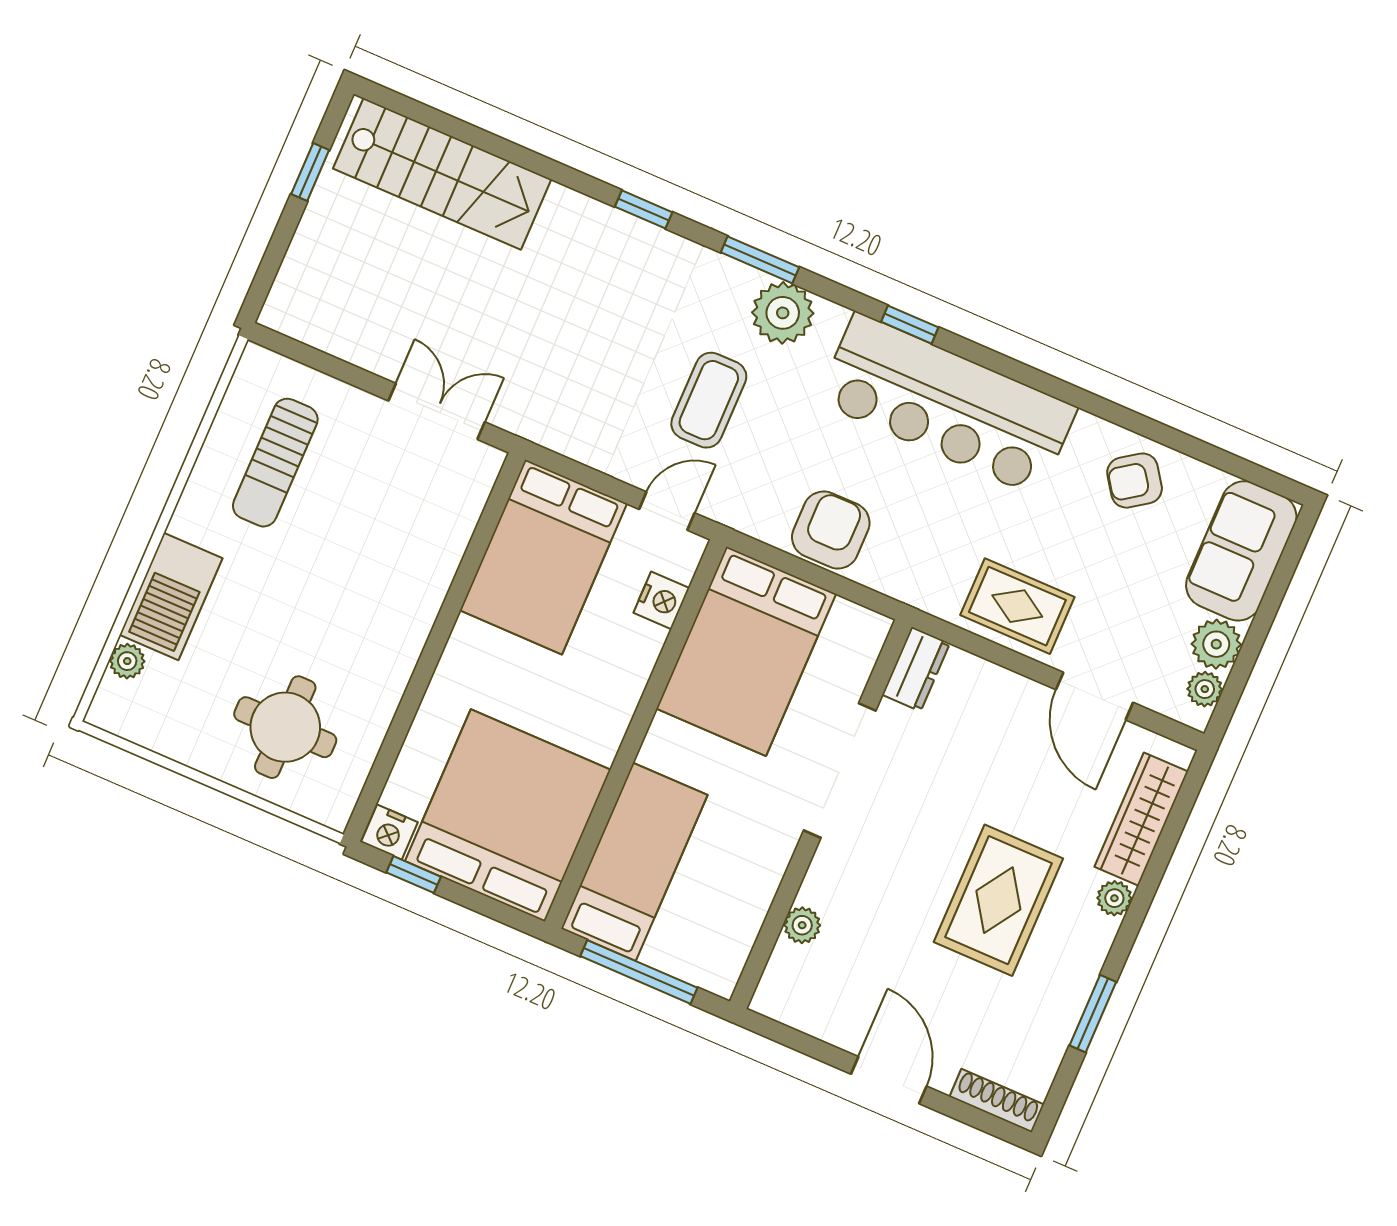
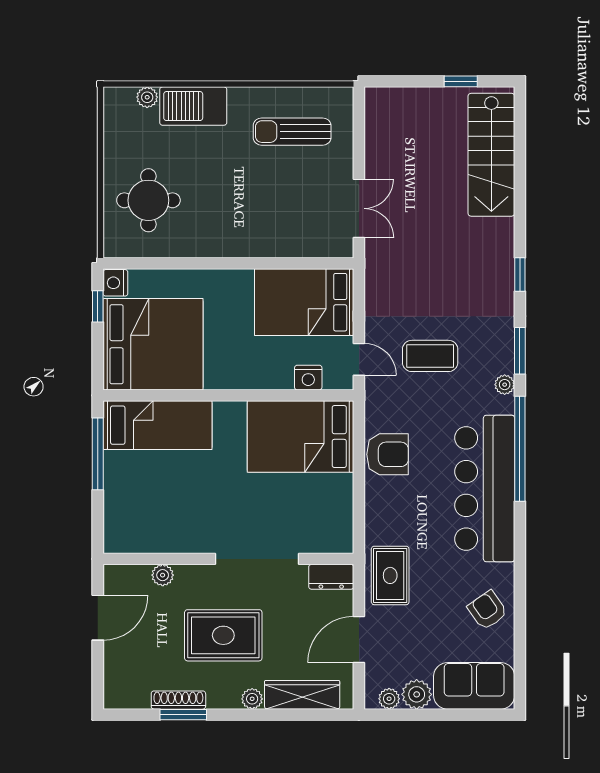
plant: (783, 313) -> (505, 385), width x0.53, depth x0.53
window: (910, 325) -> (520, 449), width x3.17
dresser: (916, 669) -> (331, 577), moved
doorway: (840, 771) -> (257, 559), moved
wall: (821, 814) -> (228, 559), moved
plant: (802, 925) -> (163, 575), moved
shoe rack: (997, 1101) -> (178, 700), moved, turned -90

